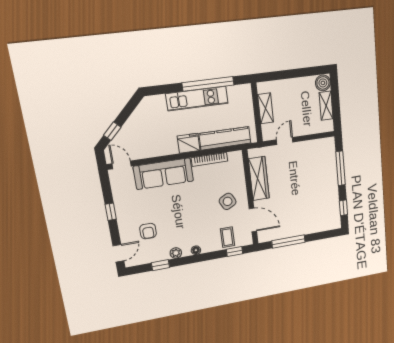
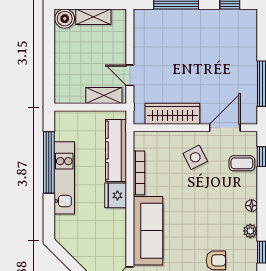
shelving: (266, 108) -> (104, 96), moved

